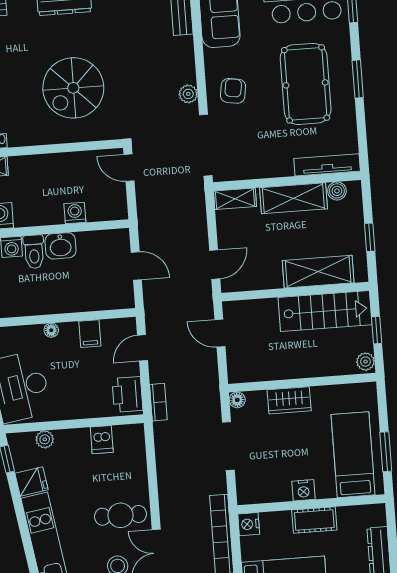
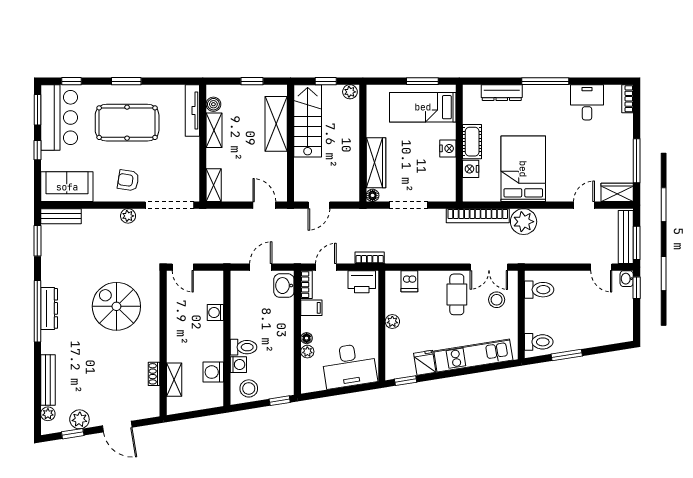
spiral stairs: (73, 88) -> (116, 306), turned 180
door: (129, 168) -> (183, 267), hinge flipped
shelving: (293, 198) -> (214, 130), width x0.67, depth x0.75
washbasin: (61, 246) -> (284, 286), moved, turned 180
bookcase: (119, 325) -> (306, 285), added
plant: (34, 333) -> (307, 352), added
door: (143, 348) -> (326, 267), swing flipped
wardrobe: (289, 400) -> (376, 163), width x1.50
plant: (45, 439) -> (392, 322), moved
dishwasher: (102, 440) -> (409, 281), moved, turned 90
nightstand: (249, 524) -> (471, 169), moved, turned 90

